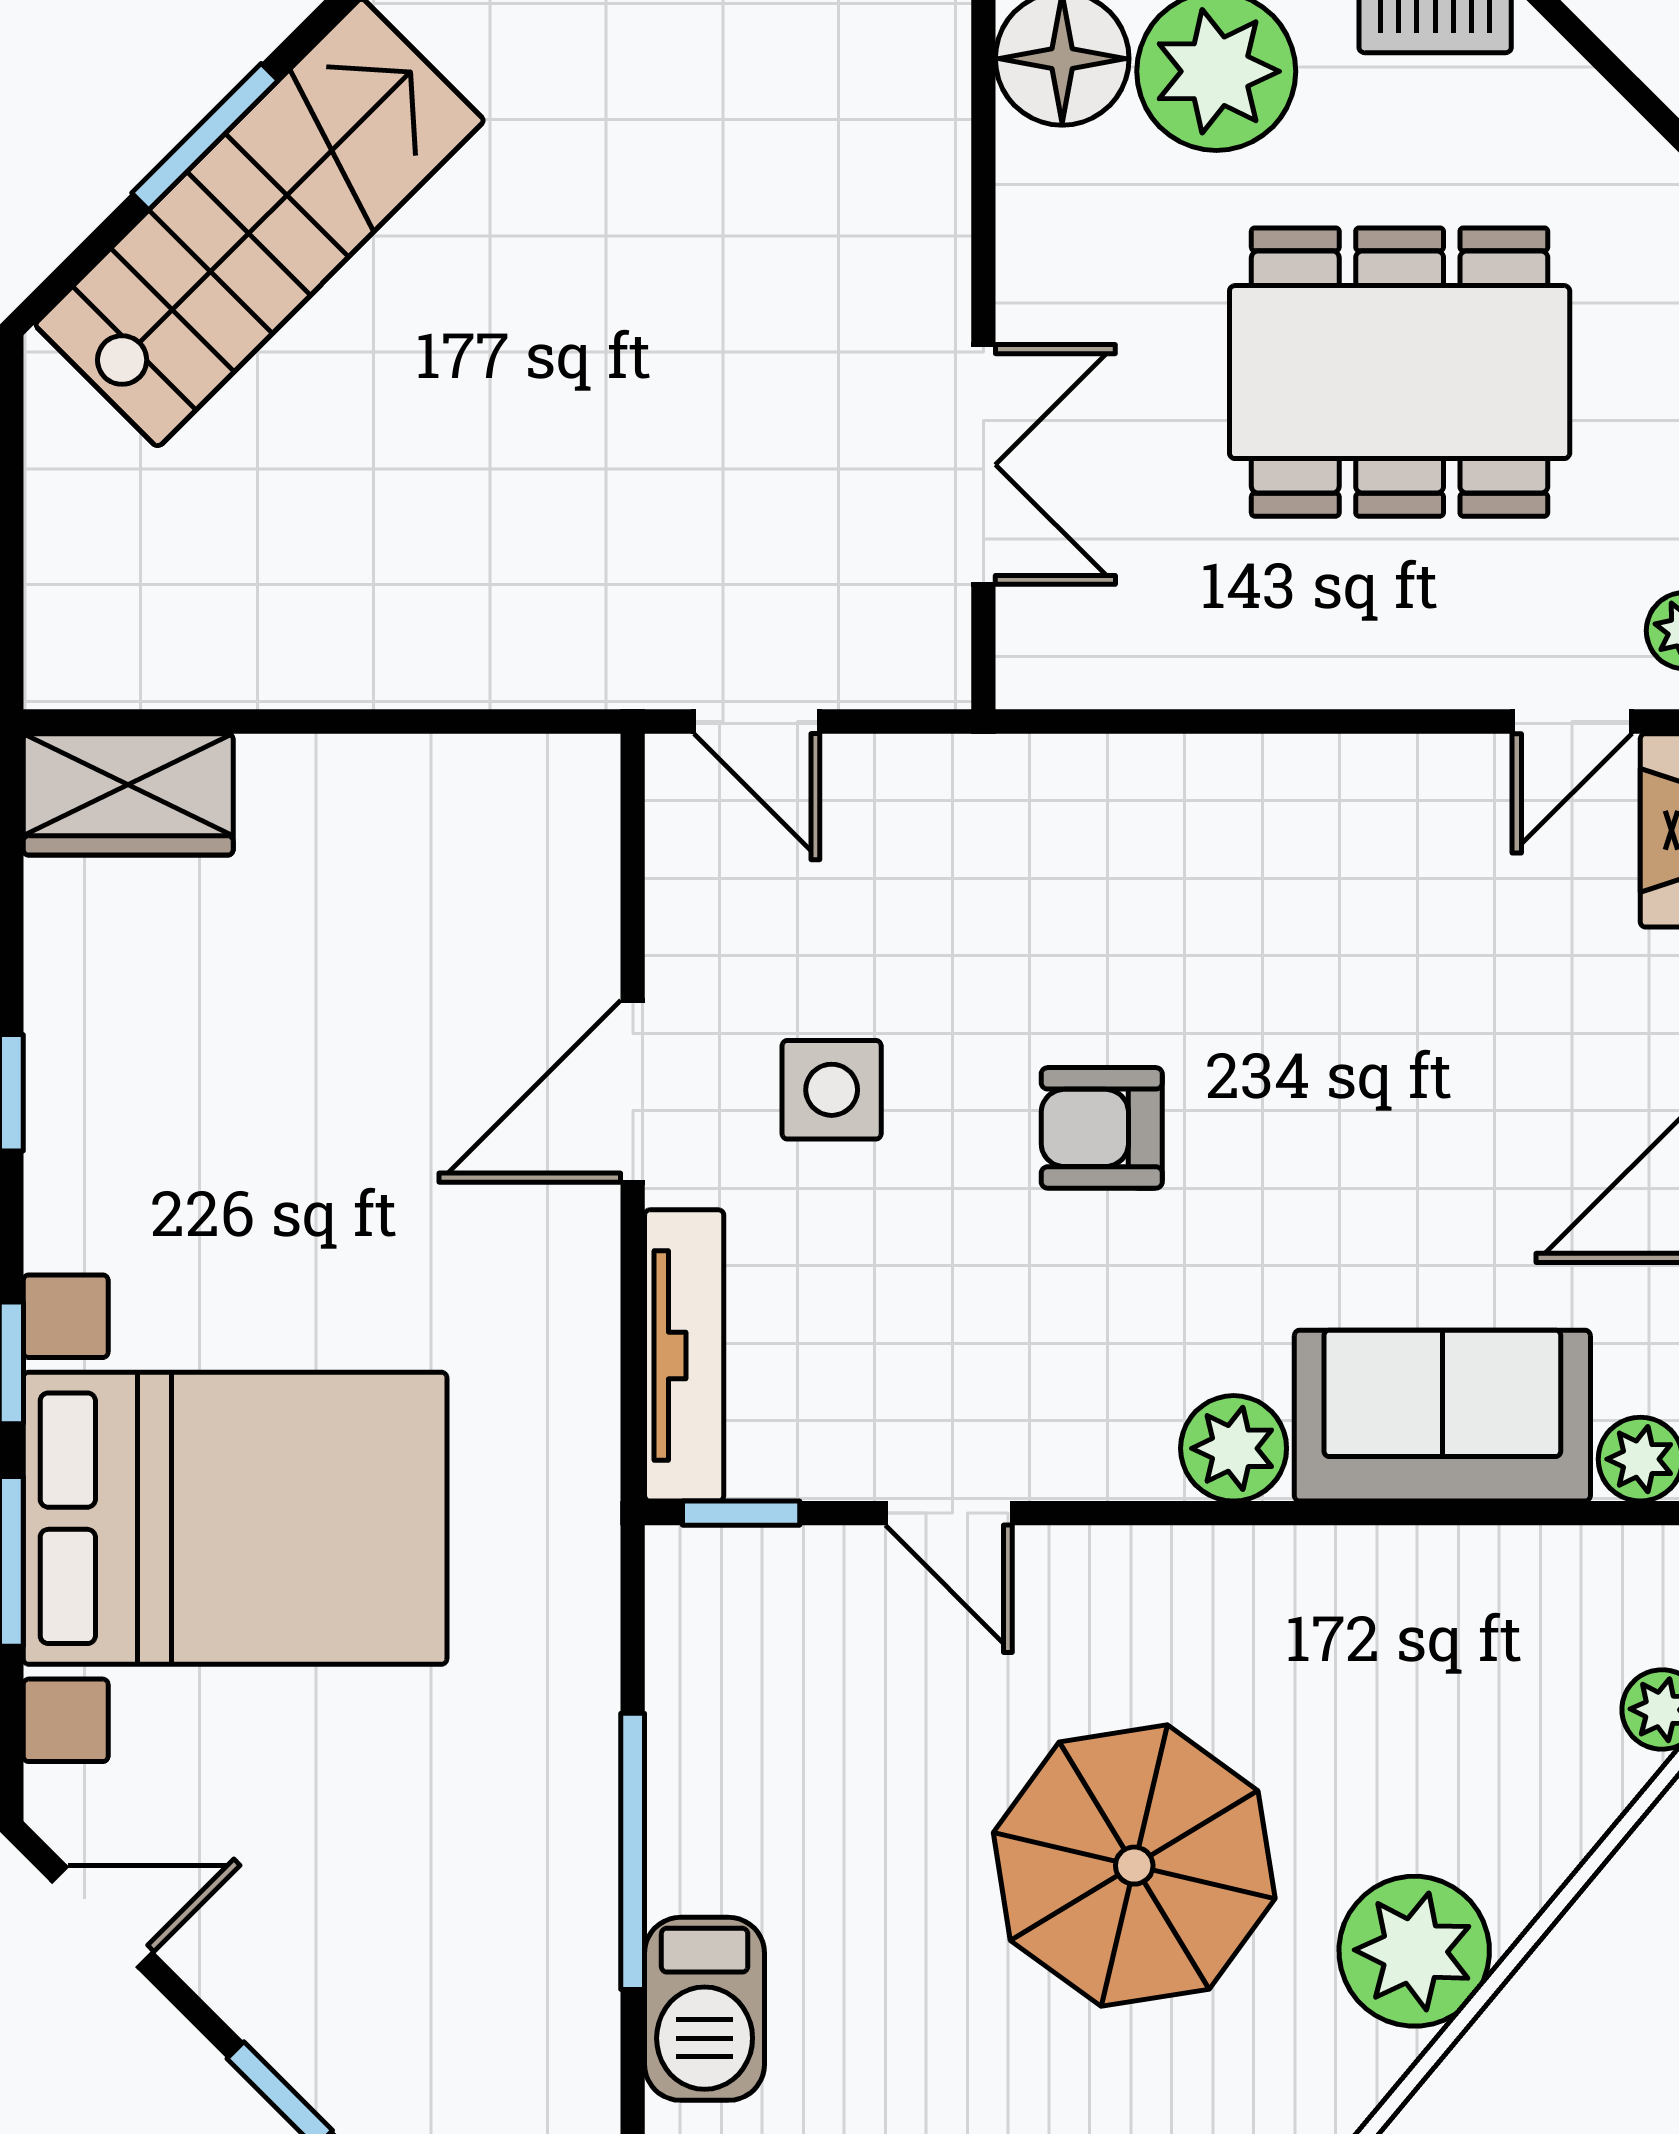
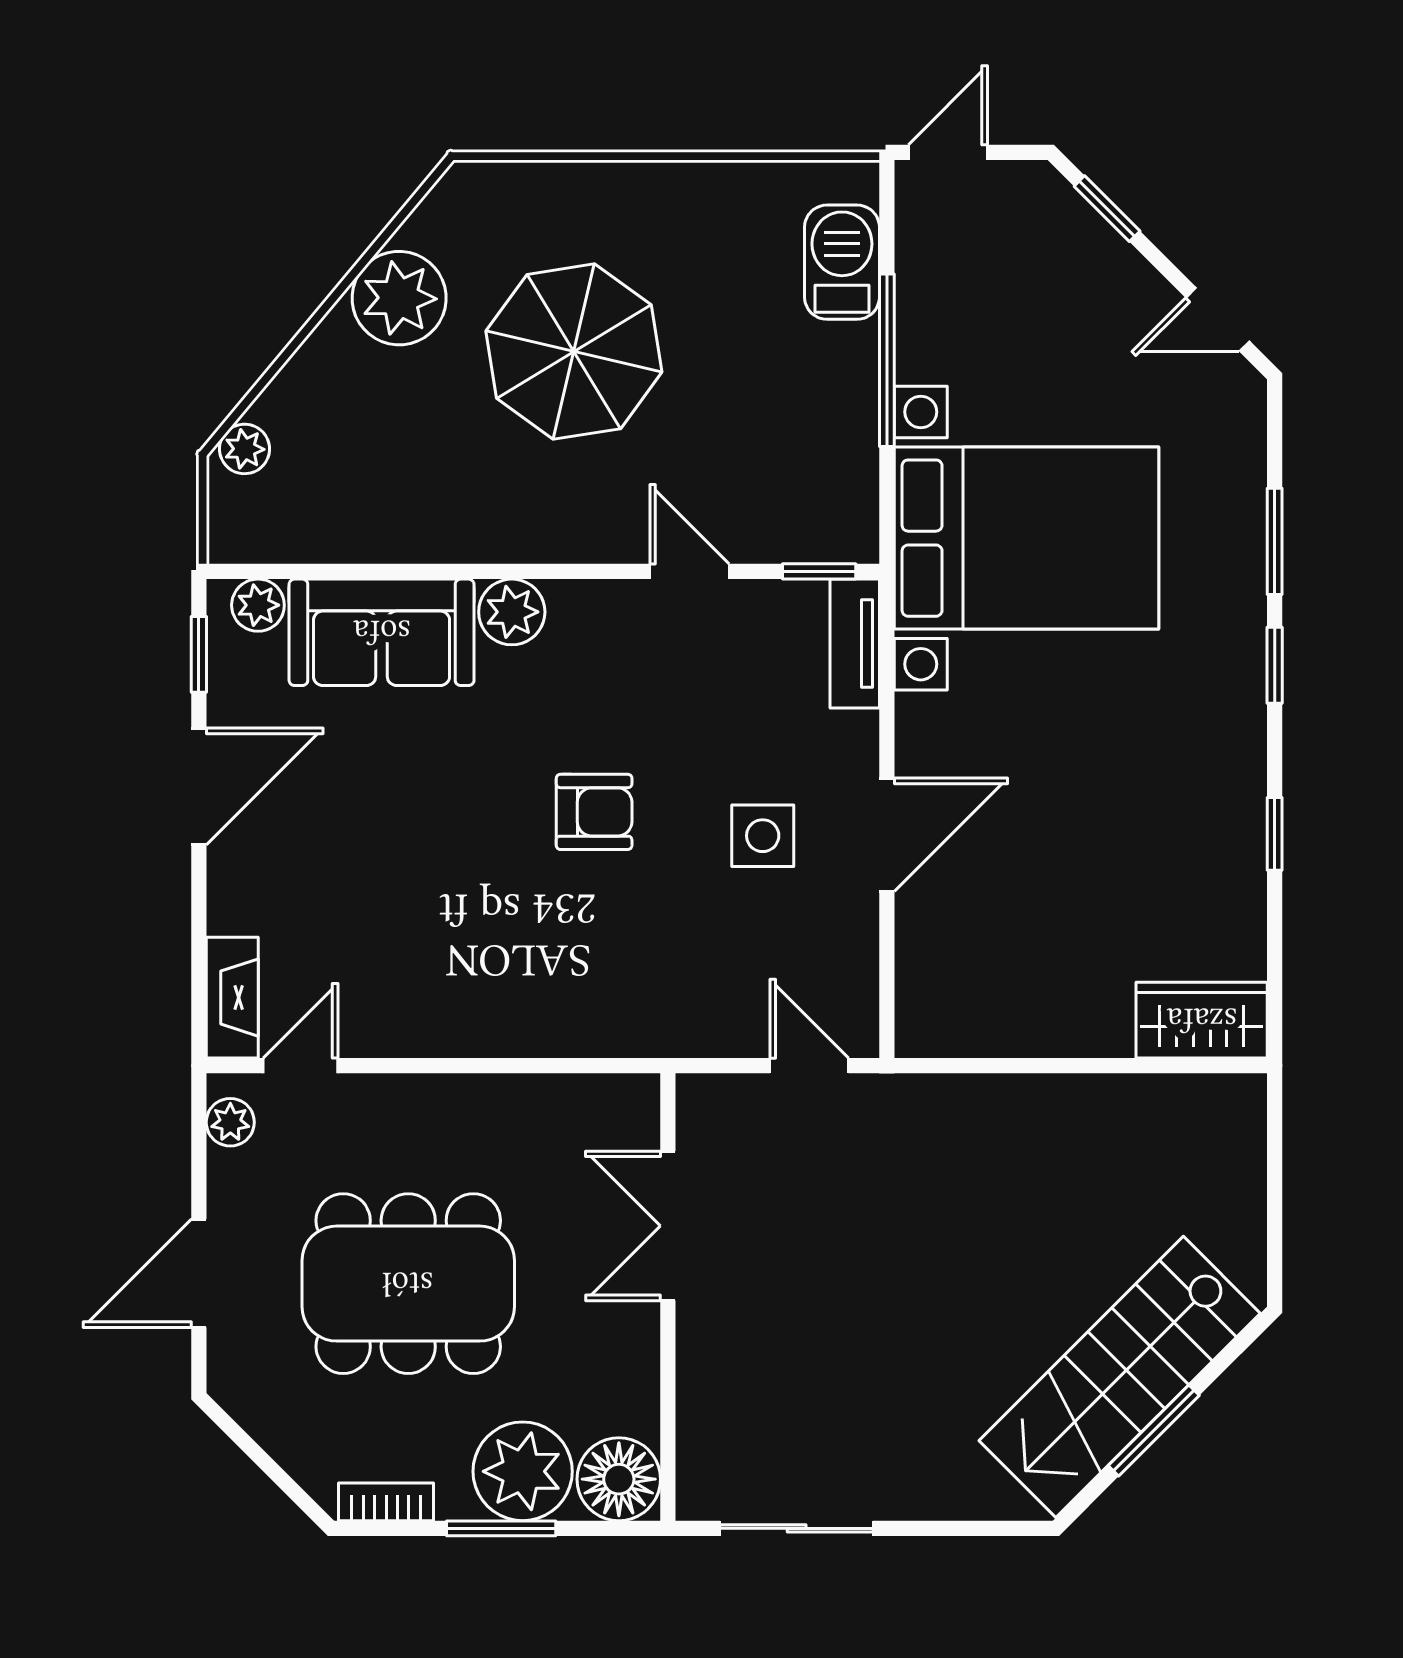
tv unit: (684, 1355) -> (855, 643), width x0.71
bed with nightstands: (235, 1518) -> (1026, 538), moved, turned 180

